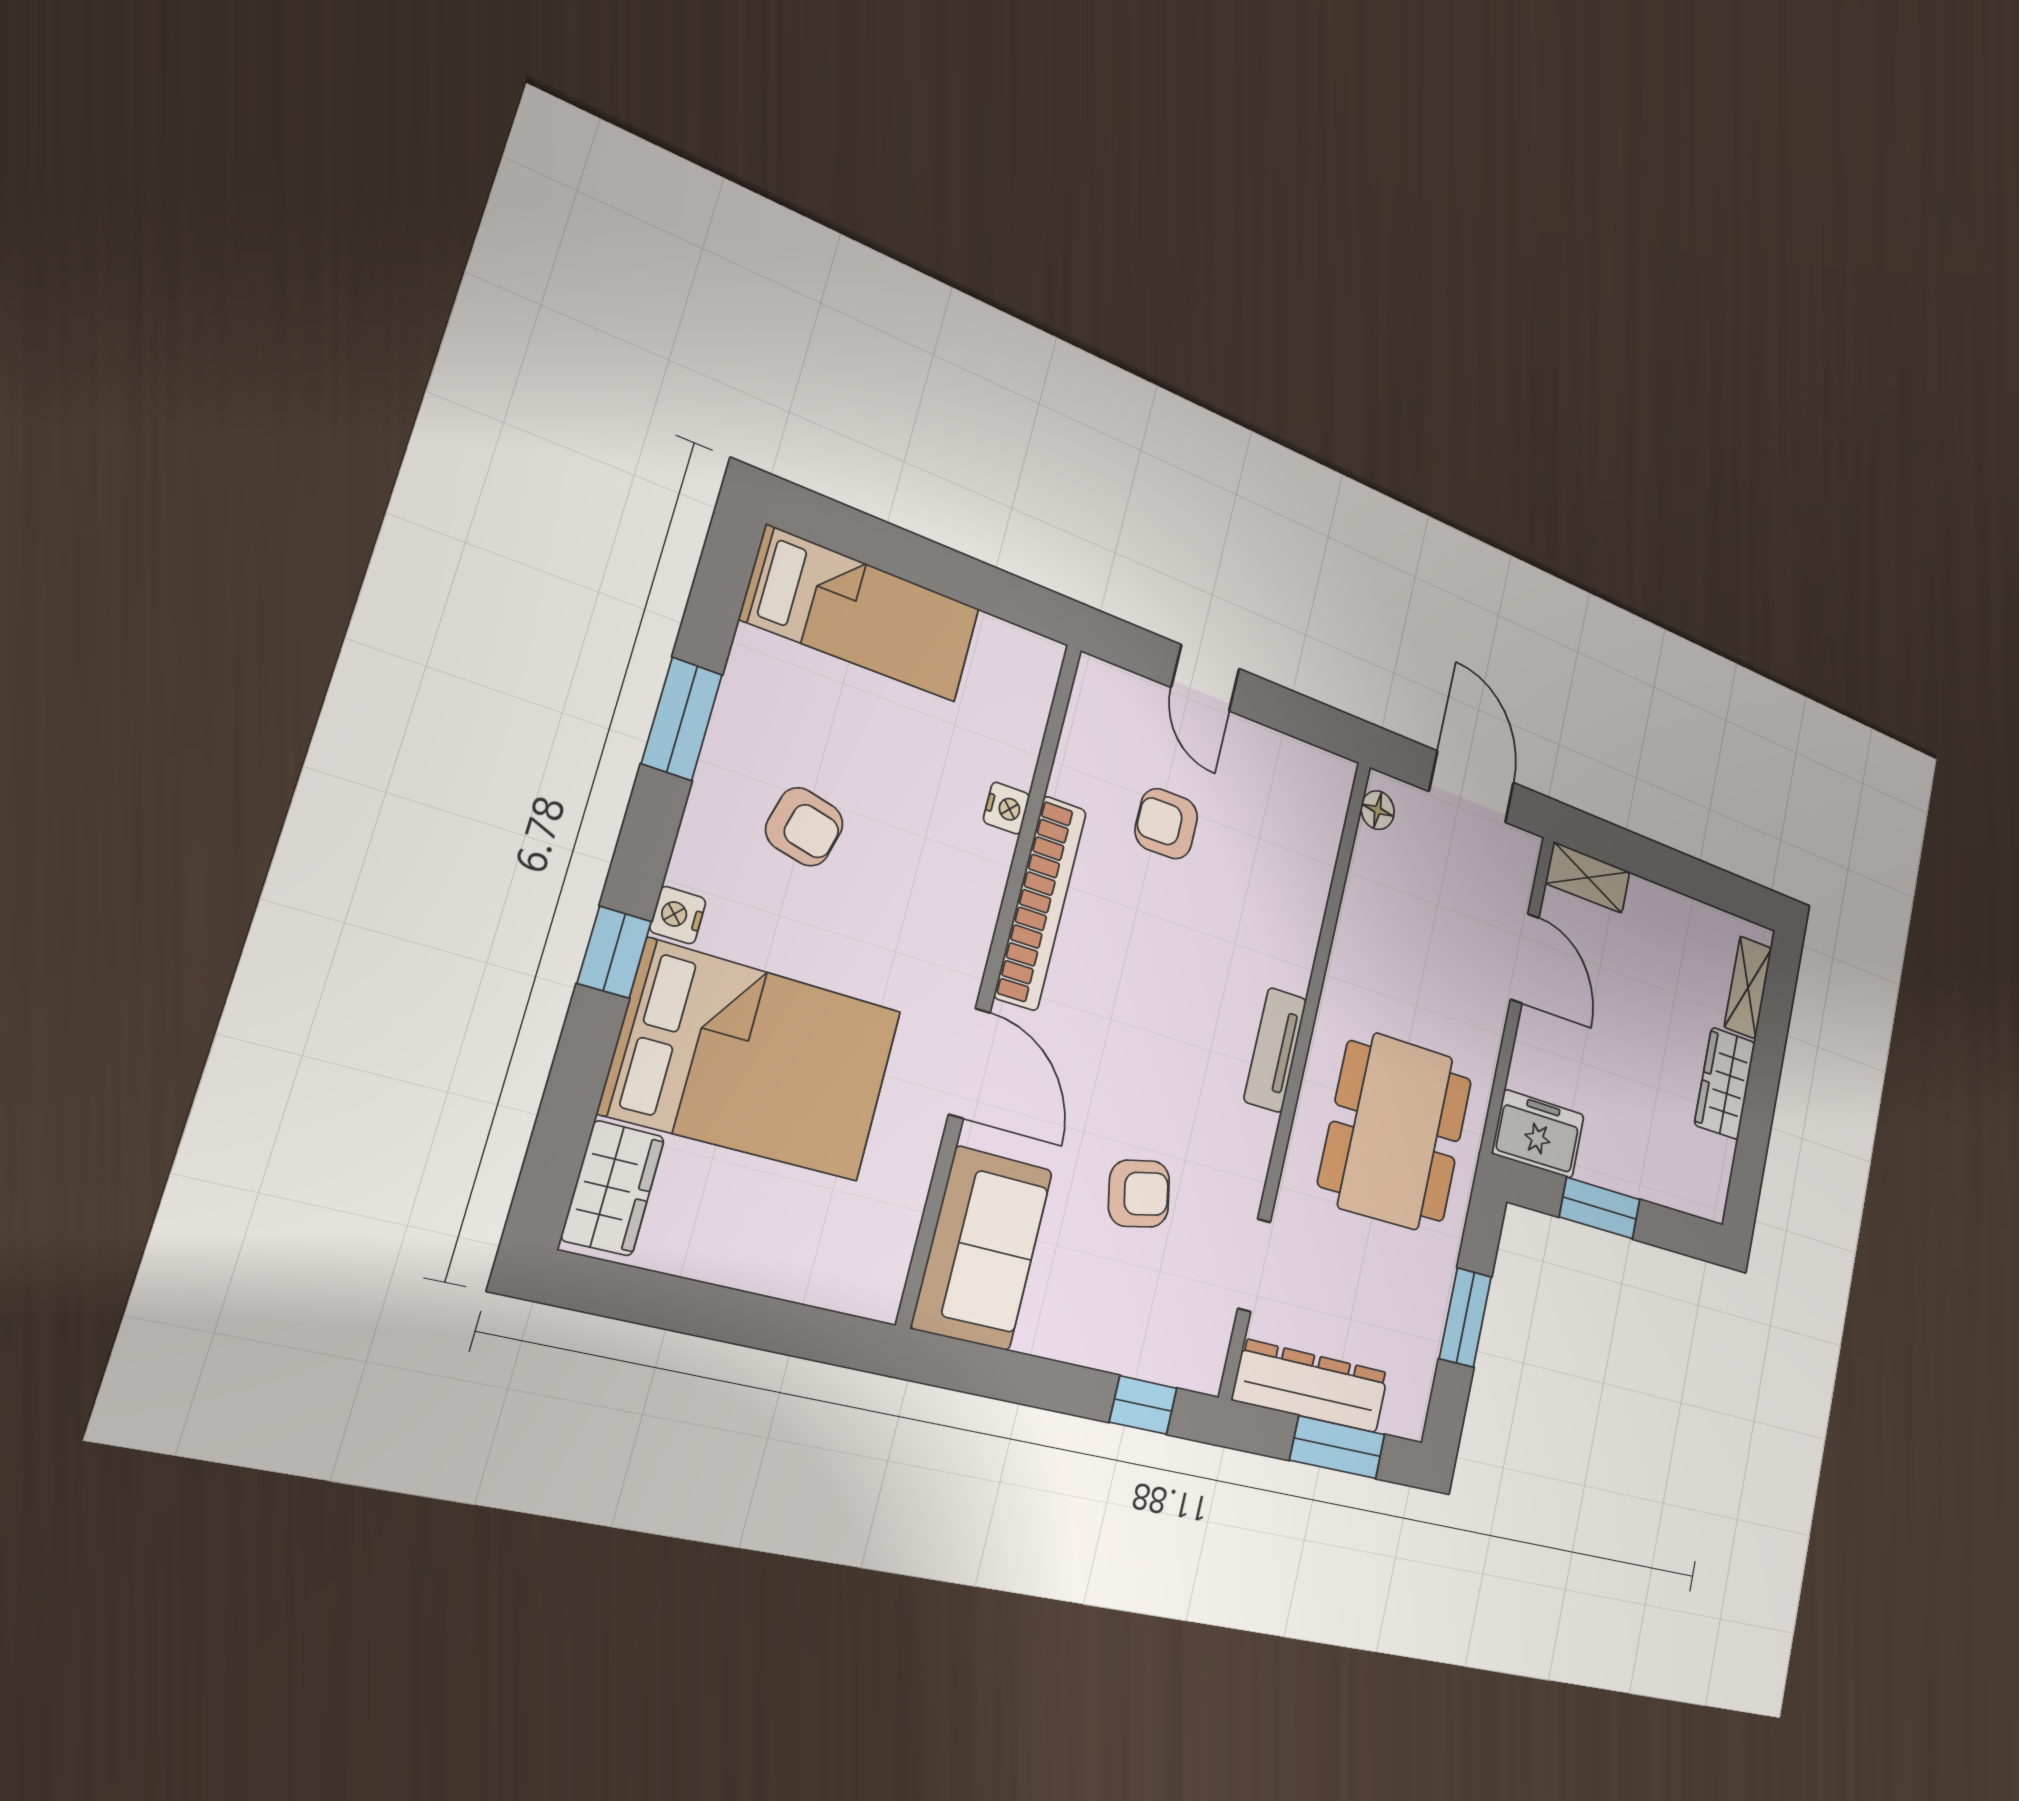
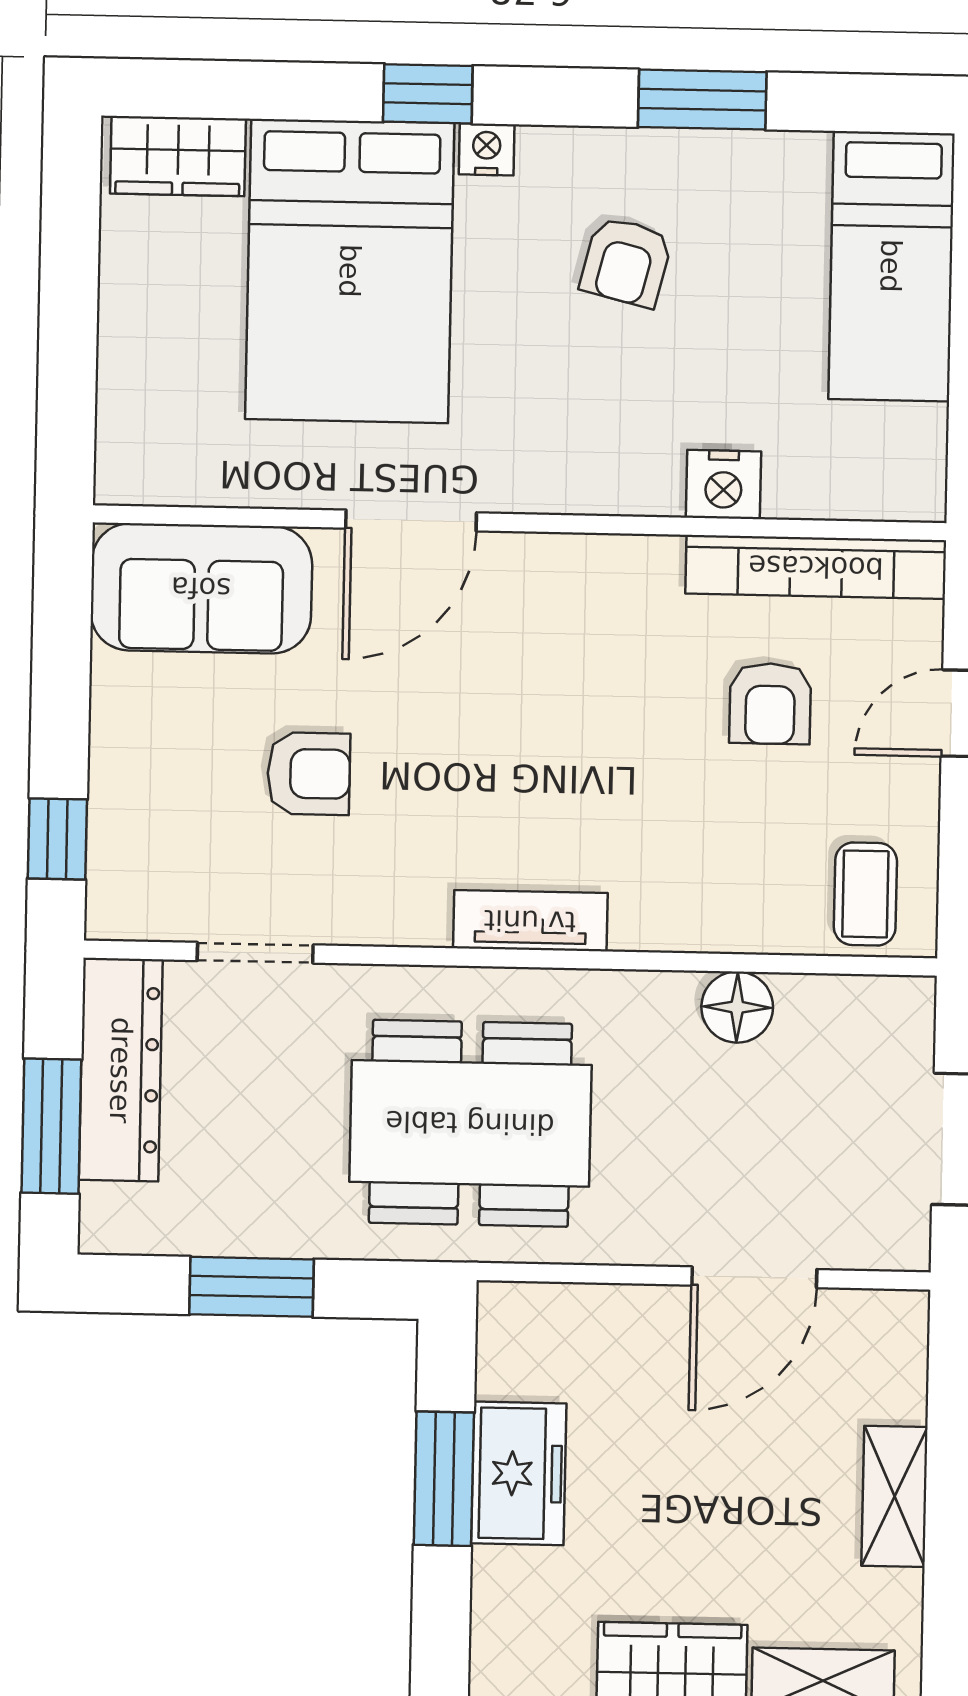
coffee table: (1308, 799) -> (865, 894), added
nightstand: (1006, 808) -> (723, 484), width x1.39, depth x1.35
floor lamp: (1378, 810) -> (737, 1007), moved, width x1.37, depth x1.37
armchair: (1166, 824) -> (770, 704), turned 180
shelving: (1588, 878) -> (895, 1496), moved
bookcase: (1040, 903) -> (816, 567), moved
freezer: (1538, 1134) -> (519, 1473), moved
armchair: (1139, 1194) -> (309, 774), turned -78

